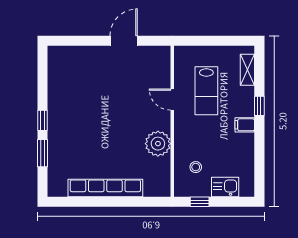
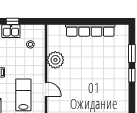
window: (200, 202) -> (13, 21), moved

